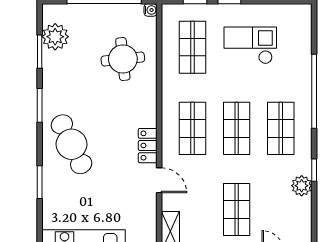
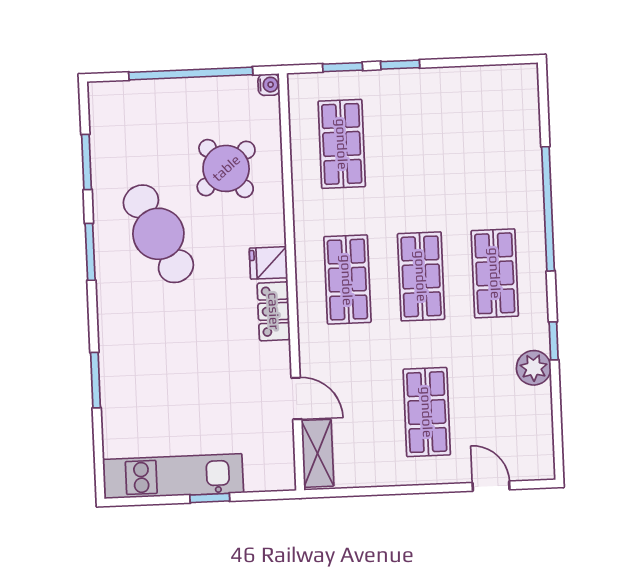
plant: (55, 37) -> (111, 136), removed
checkout: (250, 45) -> (438, 137), removed
round table: (123, 59) -> (226, 168), turned -34
fridge: (146, 116) -> (268, 263), added
cafe table: (72, 144) -> (158, 234), moved
door: (159, 180) -> (296, 398), moved

